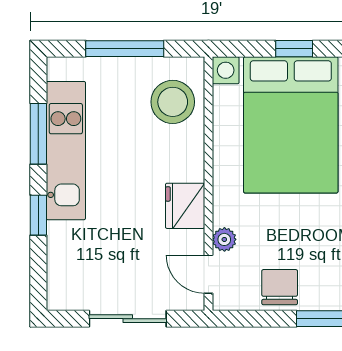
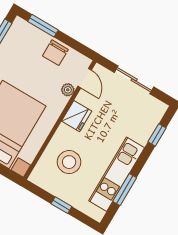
window: (125, 49) -> (61, 205), width x0.46
stool: (173, 102) -> (69, 162), moved
window: (38, 215) -> (157, 135), moved

